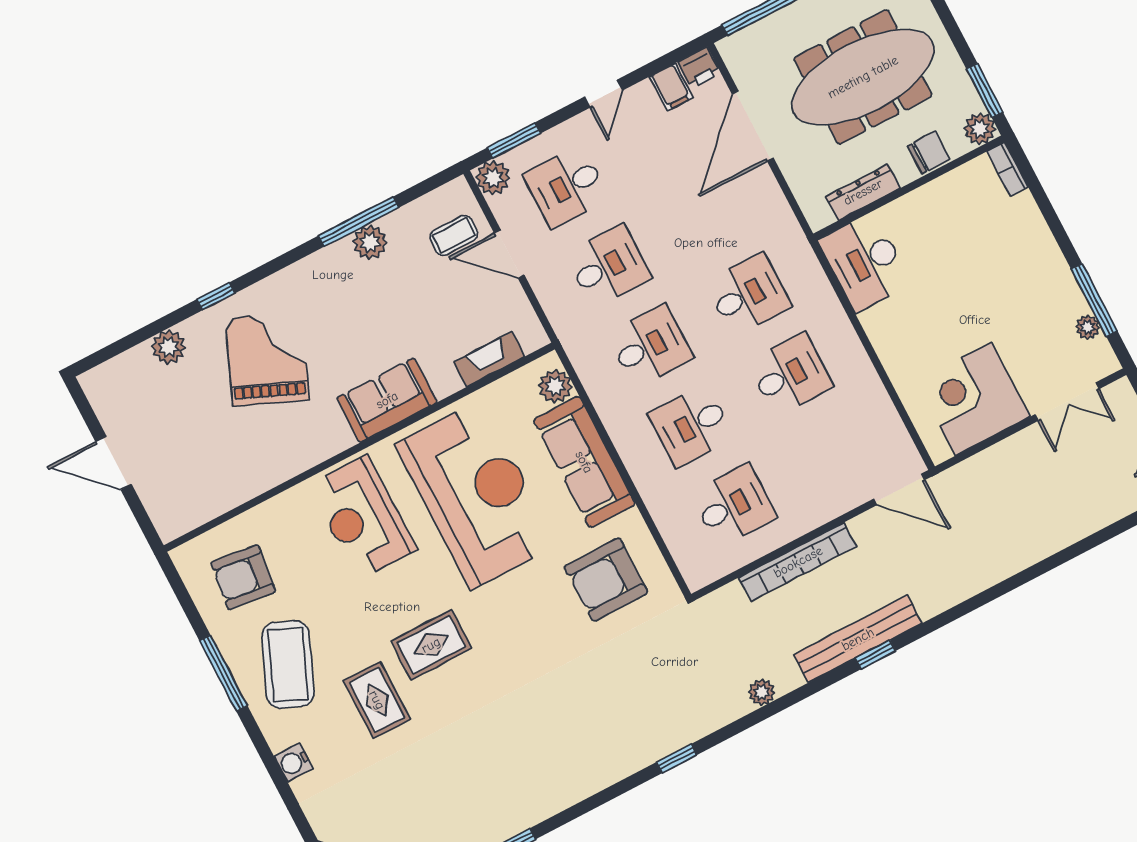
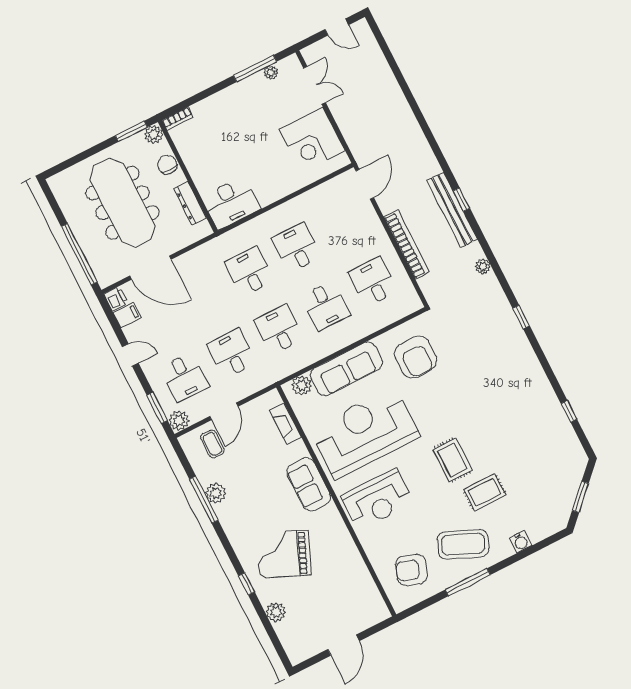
armchair: (243, 577) -> (411, 570), turned 102

